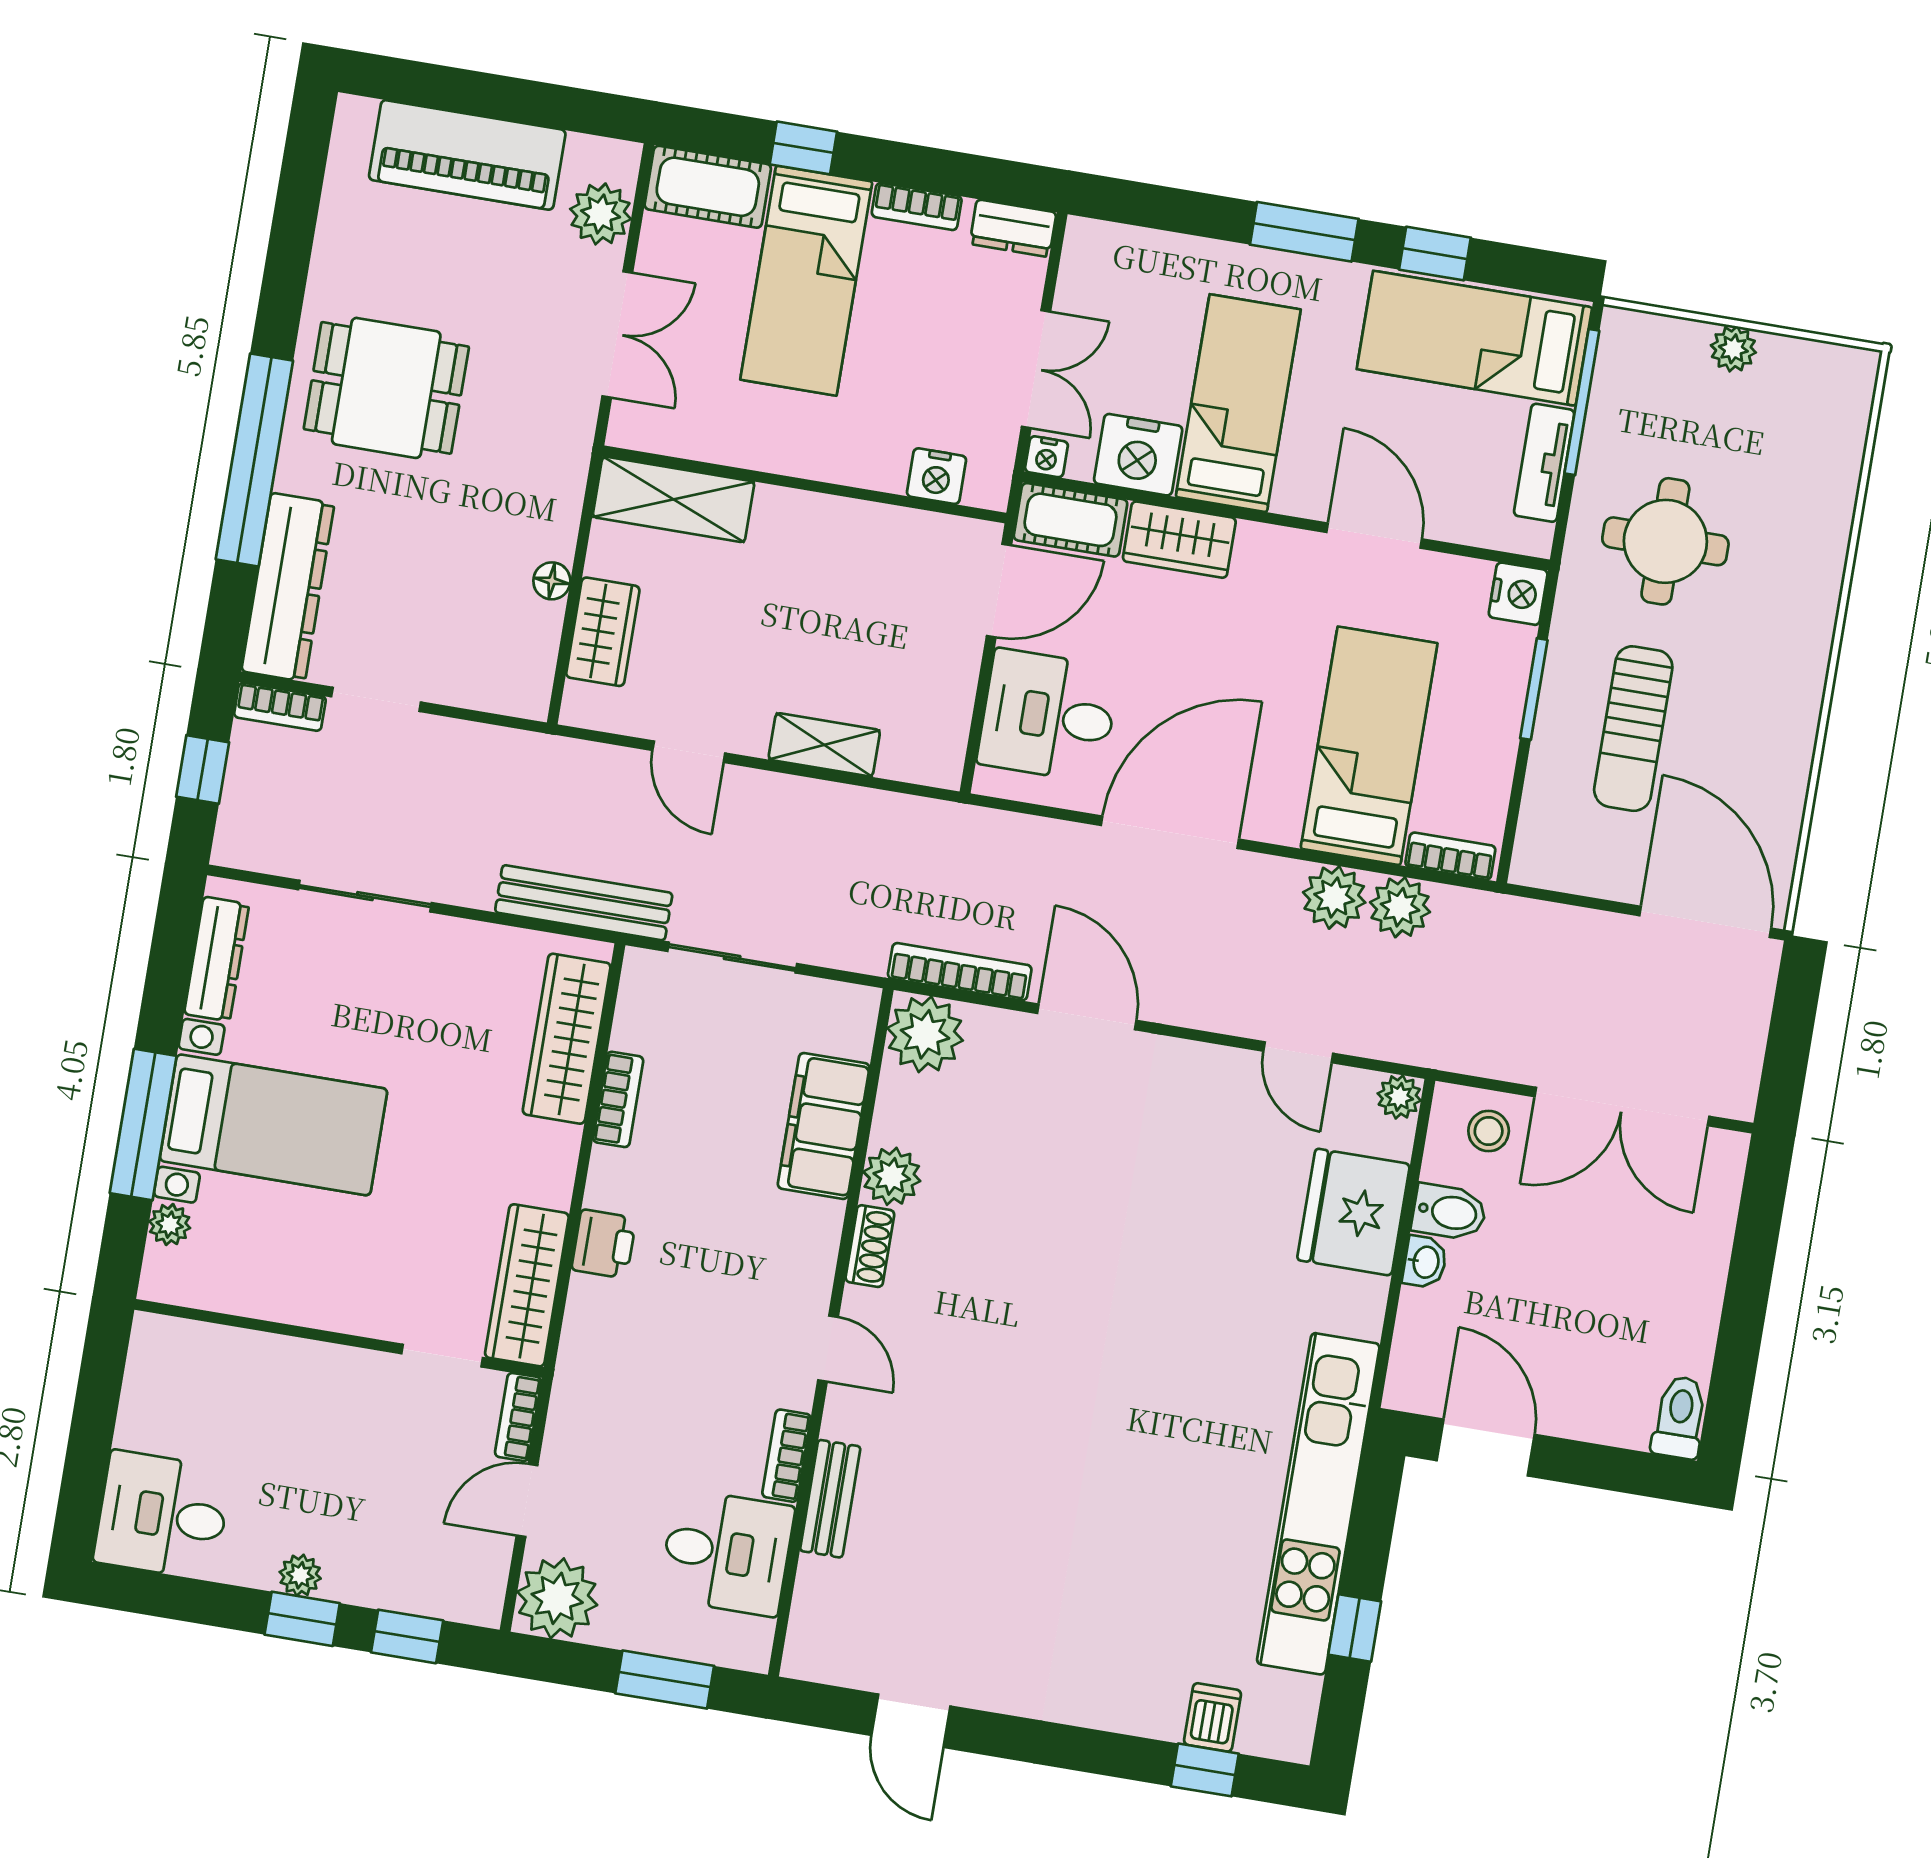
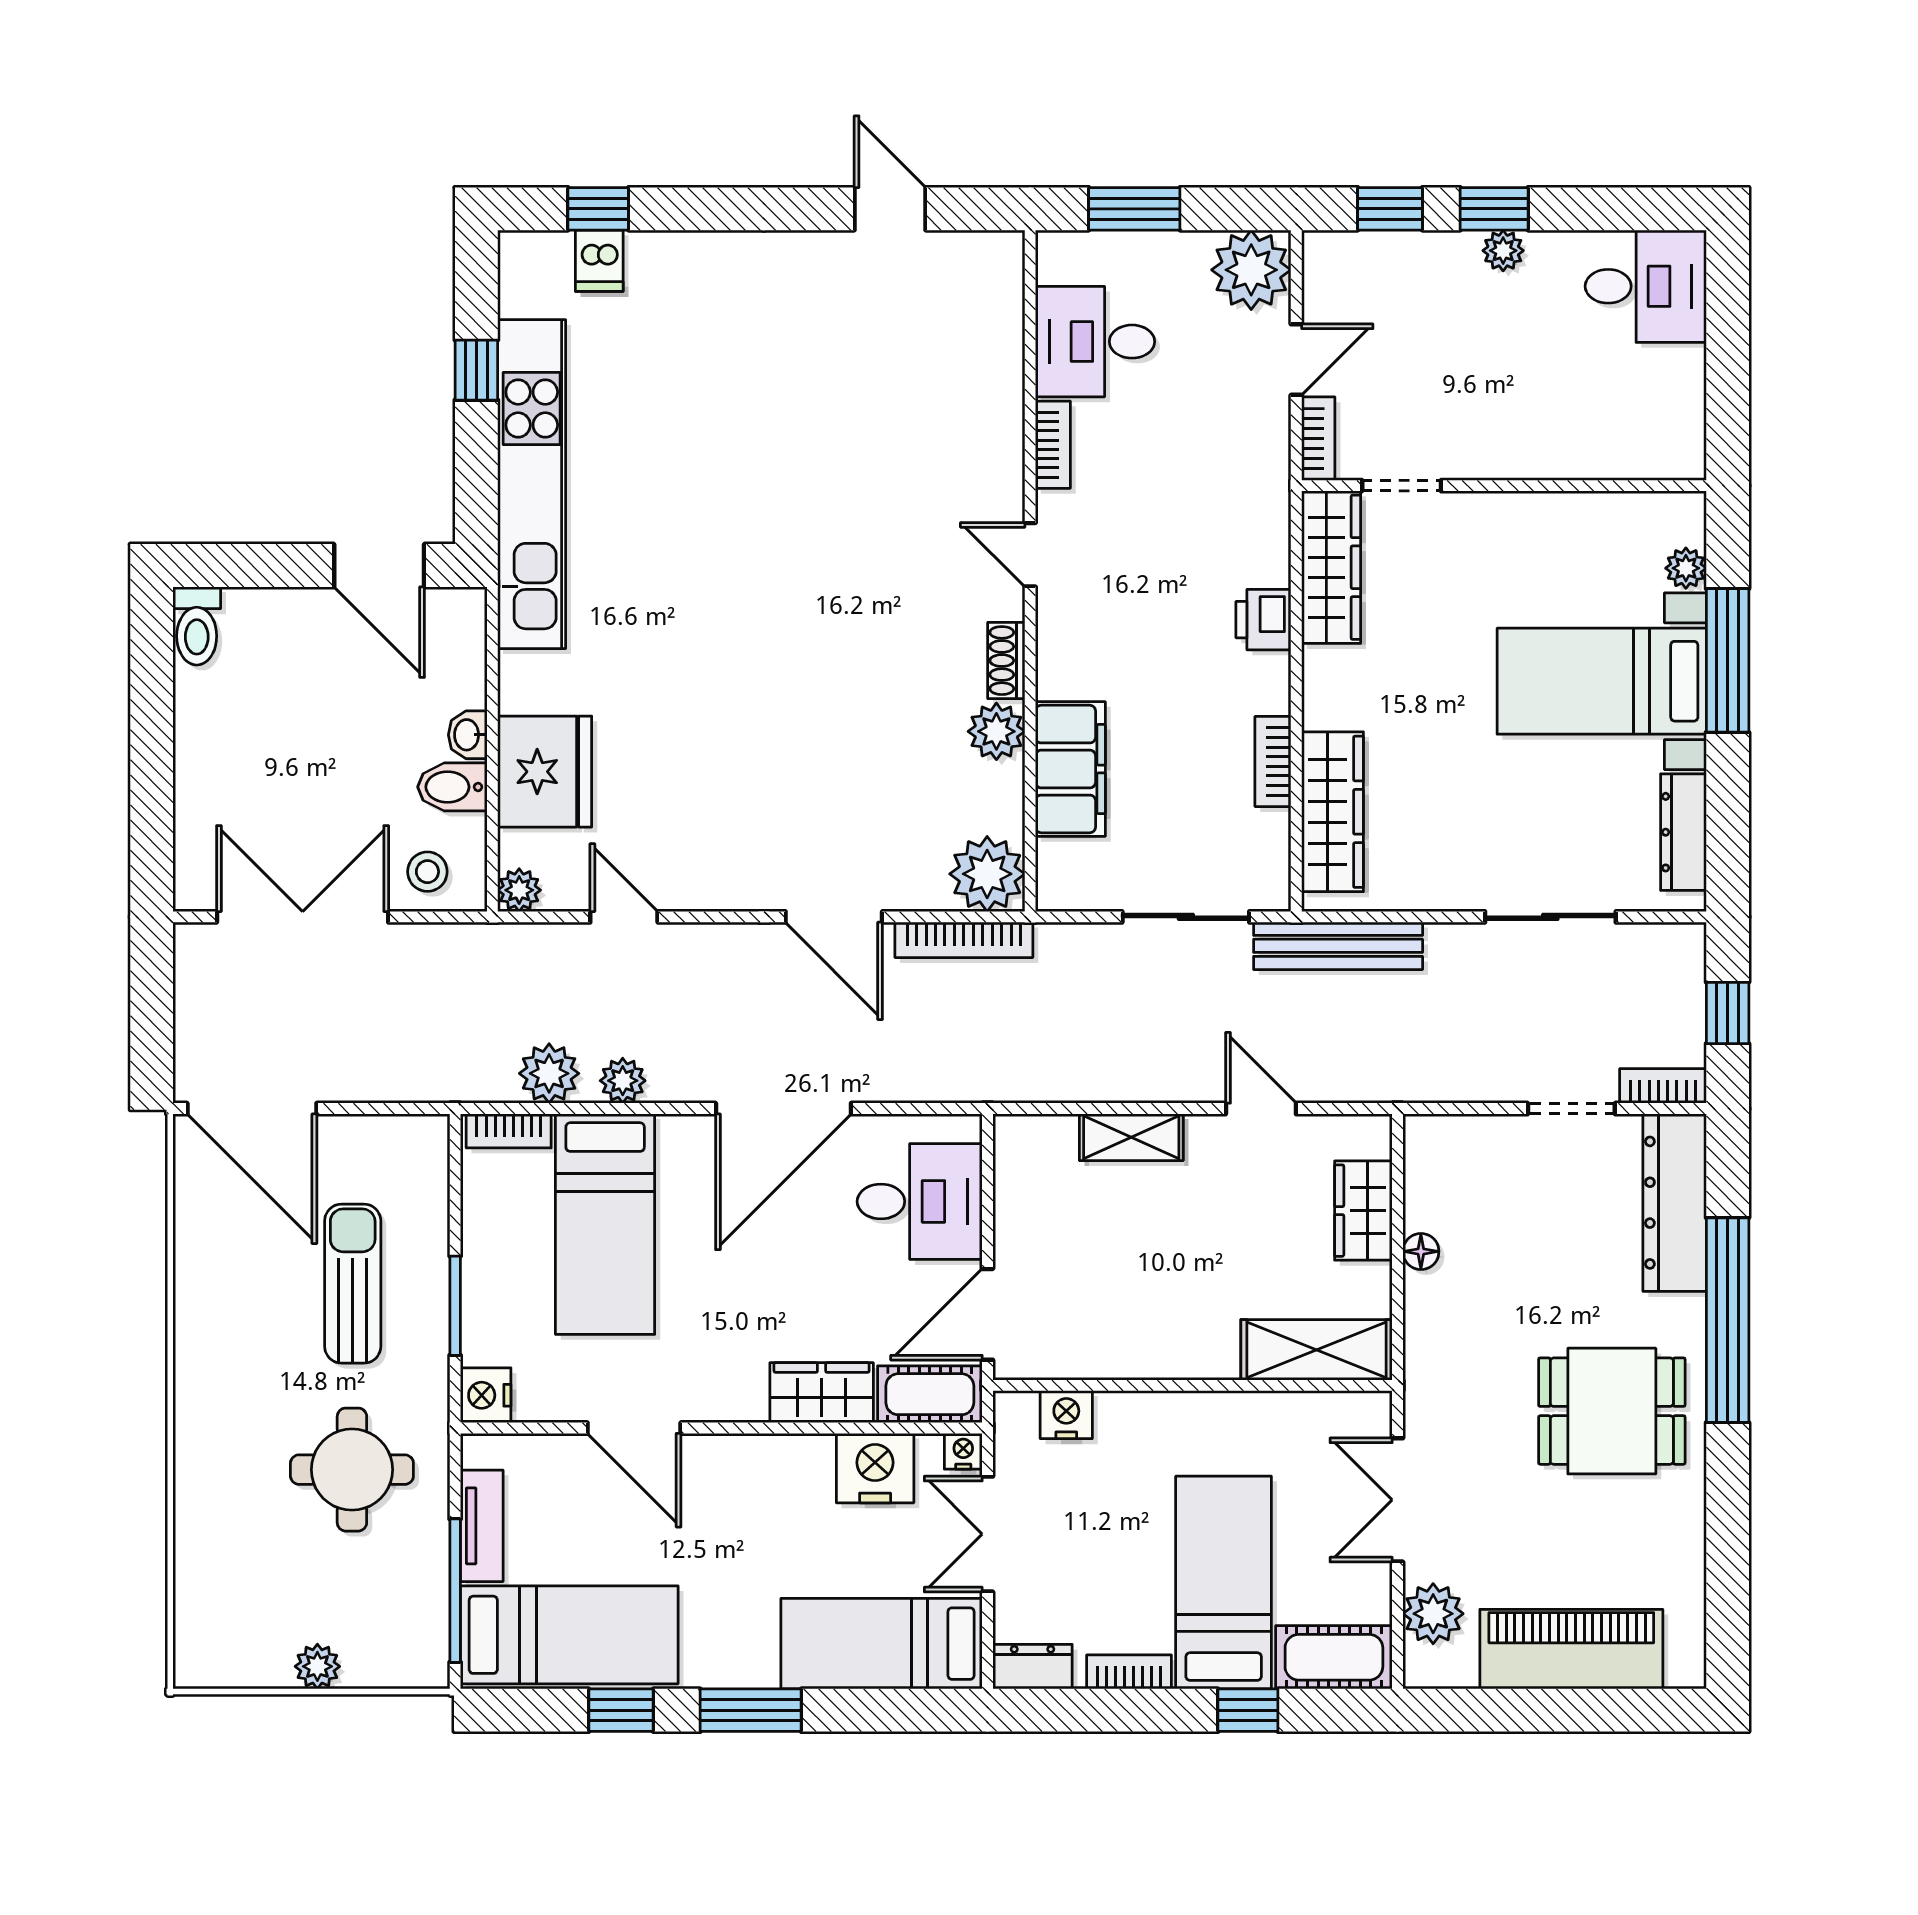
bed: (1238, 403) -> (882, 1644), moved, turned 90
plant: (1334, 897) -> (623, 1081), width x0.73, depth x0.73
bench: (830, 1499) -> (1004, 410), removed

